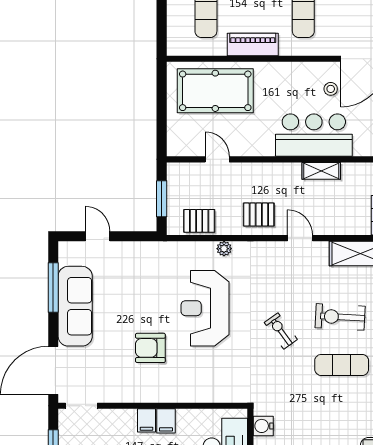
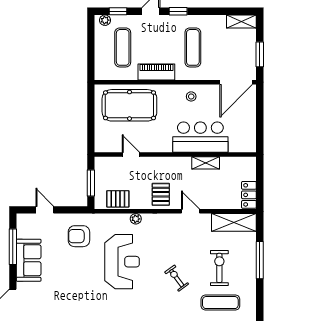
stool: (331, 89) -> (191, 96), moved
pallet: (259, 215) -> (161, 194), turned 90
sofa: (75, 306) -> (29, 260), width x0.73
reception desk: (205, 308) -> (122, 262), turned 180
exercise bike: (340, 317) -> (219, 268), turned 87
armchair: (150, 348) -> (79, 236), moved

